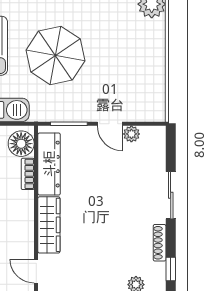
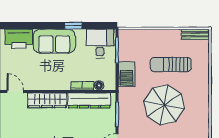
floor lamp: (21, 144) -> (99, 85), width x0.53, depth x0.53
door: (36, 271) -> (15, 91), hinge flipped

